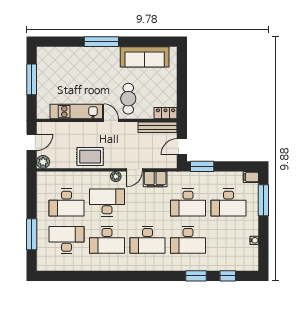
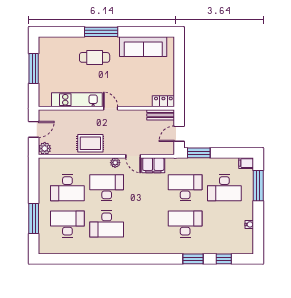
cafe table: (128, 99) -> (95, 57), moved, turned 90
bench: (158, 127) -> (161, 115), width x0.73
door: (134, 170) -> (133, 156), hinge flipped
desk: (188, 202) -> (185, 188), turned 180
desk: (147, 240) -> (146, 224), removed
desk: (188, 240) -> (185, 224), turned 180

